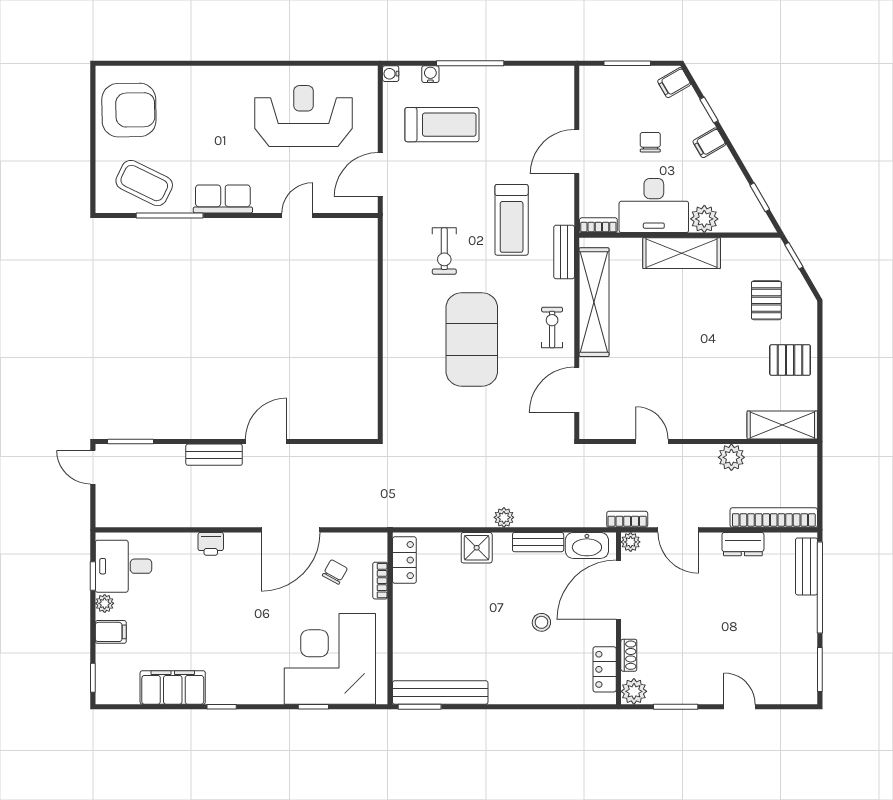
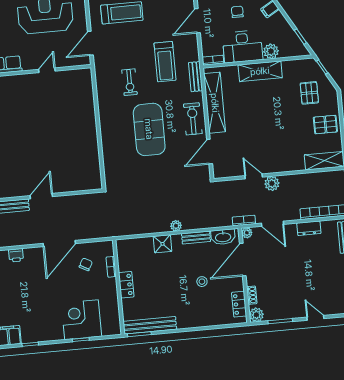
exercise bike: (552, 327) -> (193, 119), width x1.38, depth x1.39
plant: (731, 457) -> (272, 183), moved
locker: (404, 560) -> (126, 285), moved
corner desk: (330, 659) -> (81, 320), width x0.74, depth x0.74

